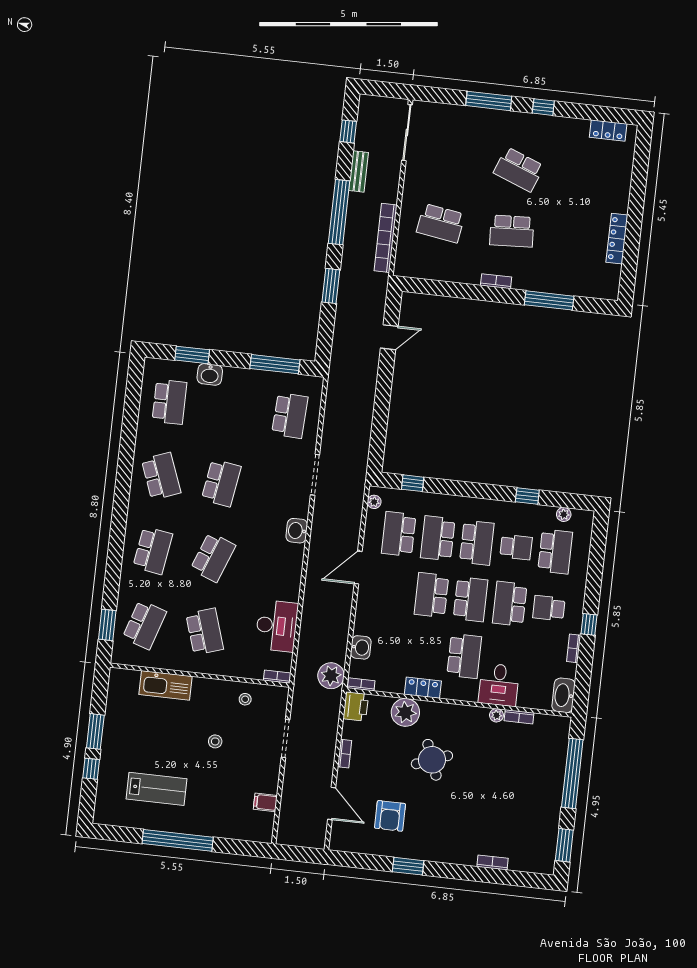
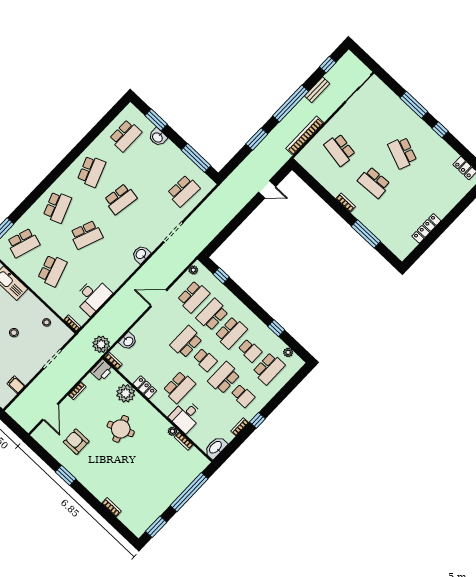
school desk: (399, 534) -> (193, 297), turned 180
school desk: (153, 550) -> (57, 207), turned -30
school desk: (471, 599) -> (205, 360), width x0.54
school desk: (549, 608) -> (243, 396), turned 180
armchair: (390, 816) -> (76, 442), turned 90

